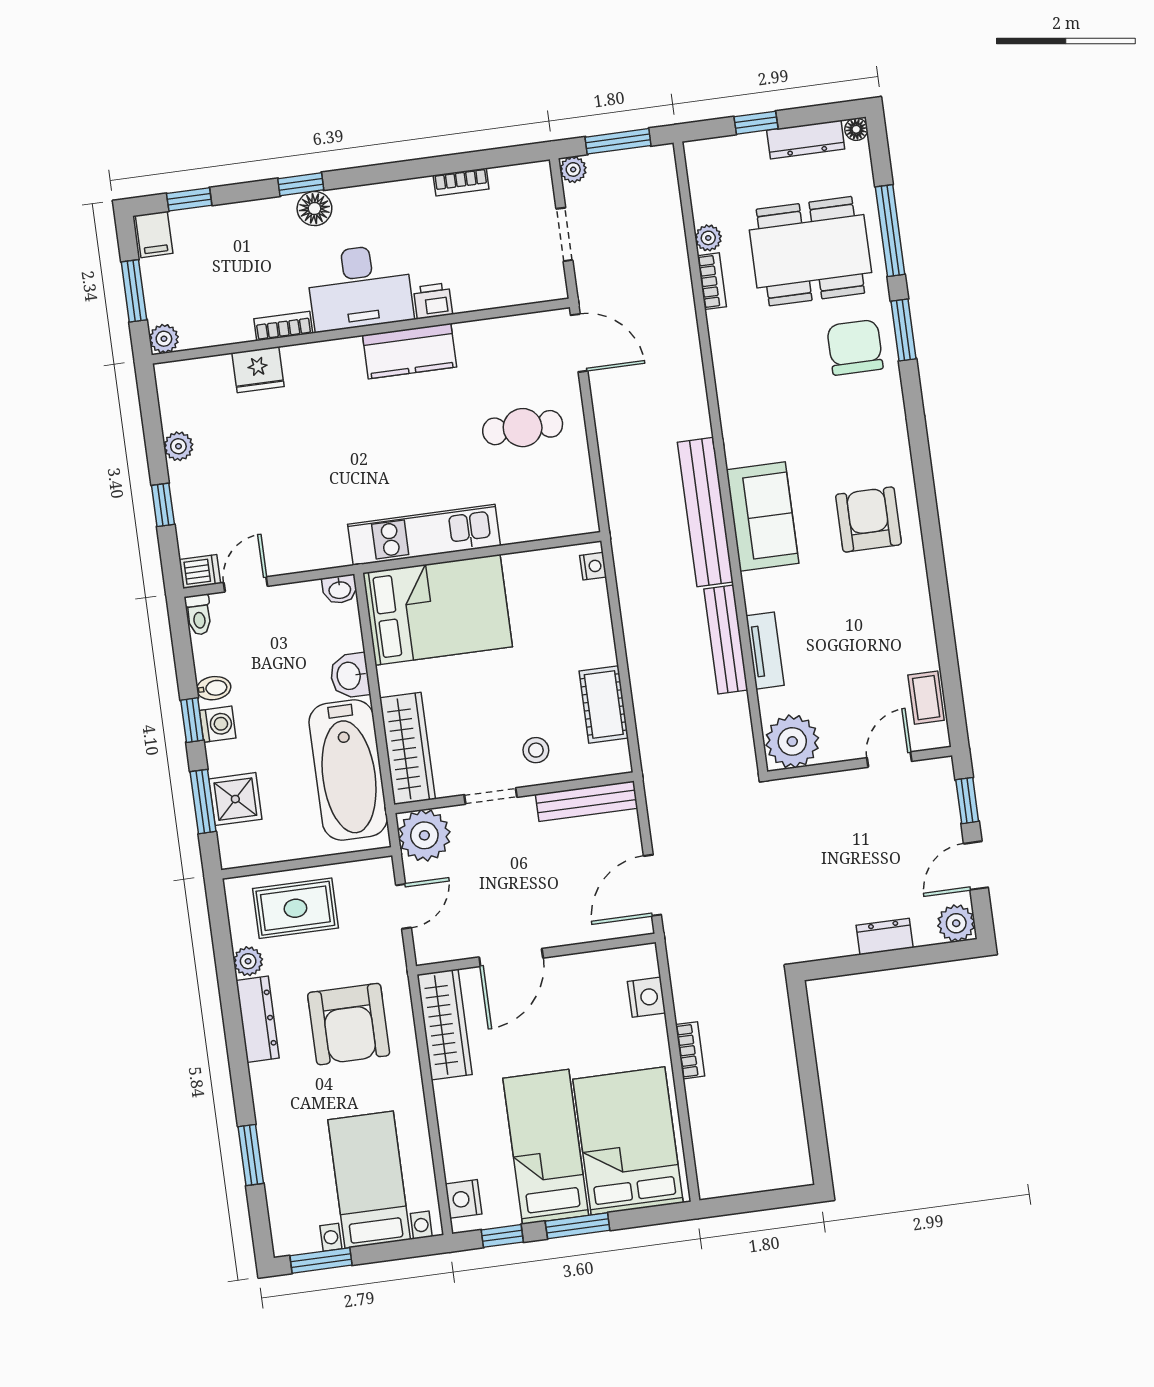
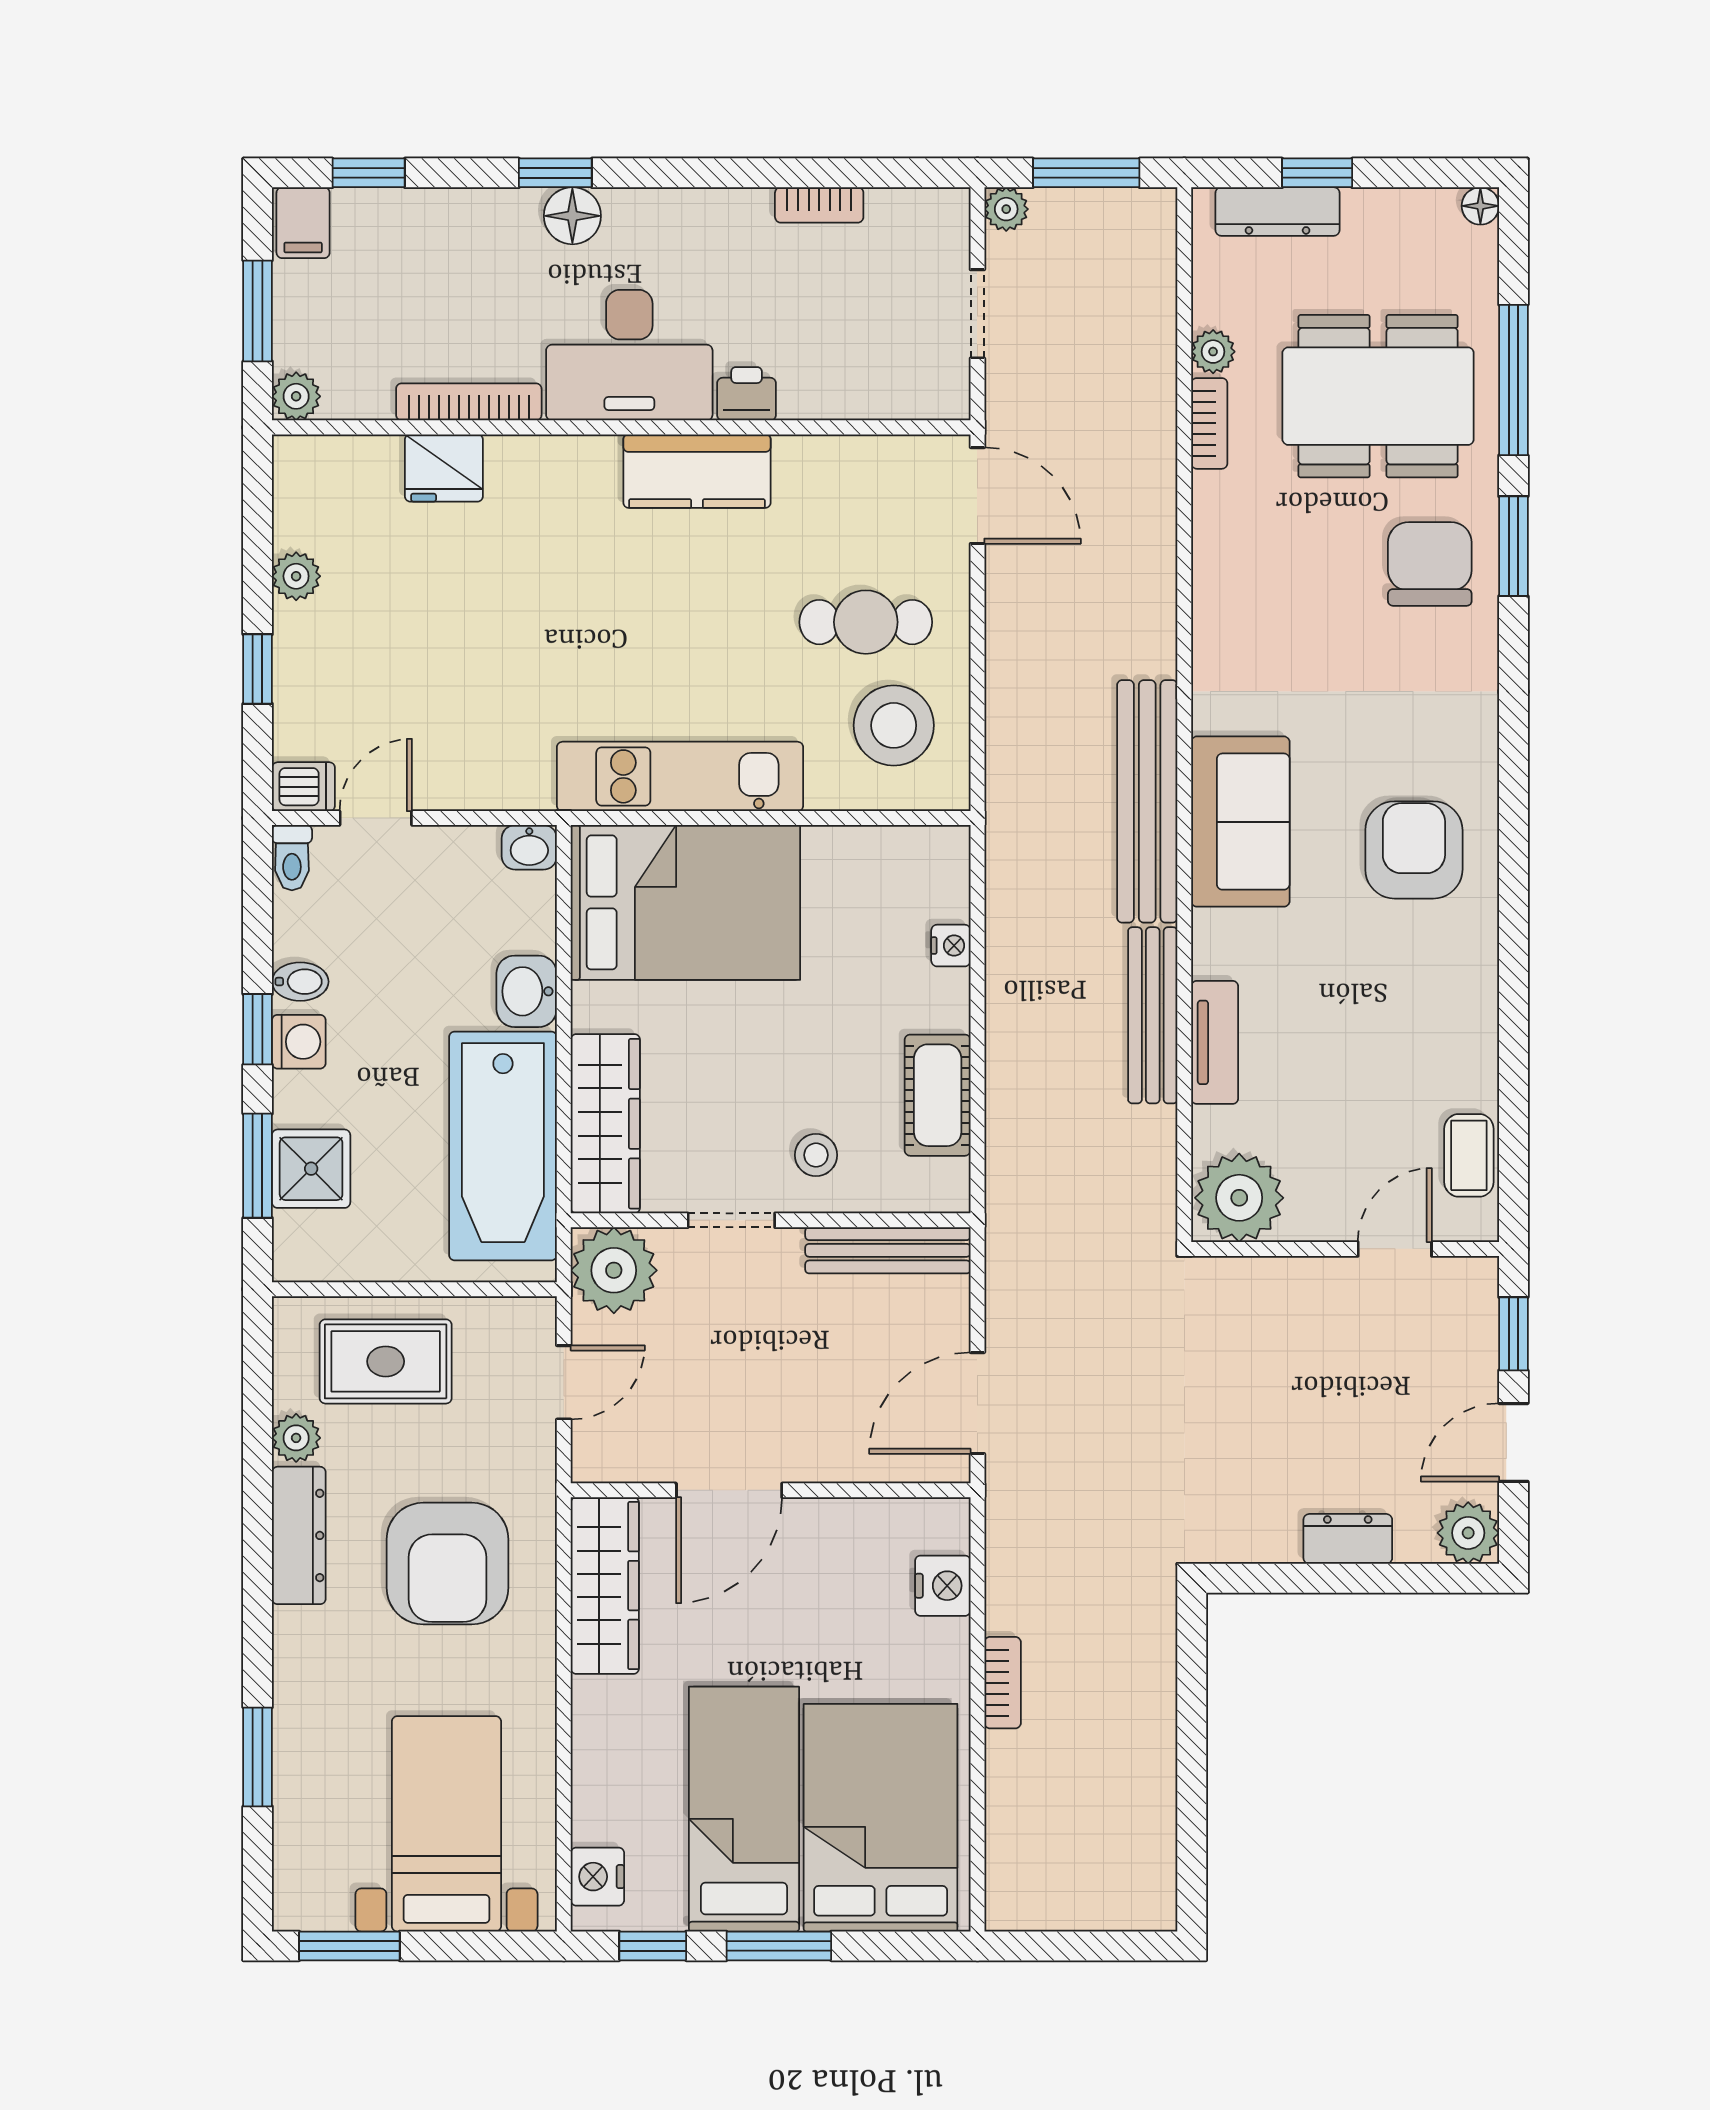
dresser: (806, 140) -> (1277, 212), moved
bookcase: (283, 326) -> (469, 402), width x1.56
stool: (548, 487) -> (894, 725), added
nightstand: (593, 566) -> (951, 946), moved

